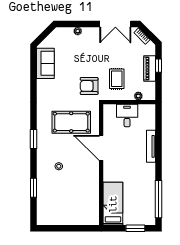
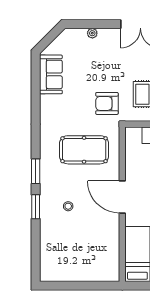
door: (101, 148) -> (122, 197), moved
window: (33, 188) -> (36, 207), moved

